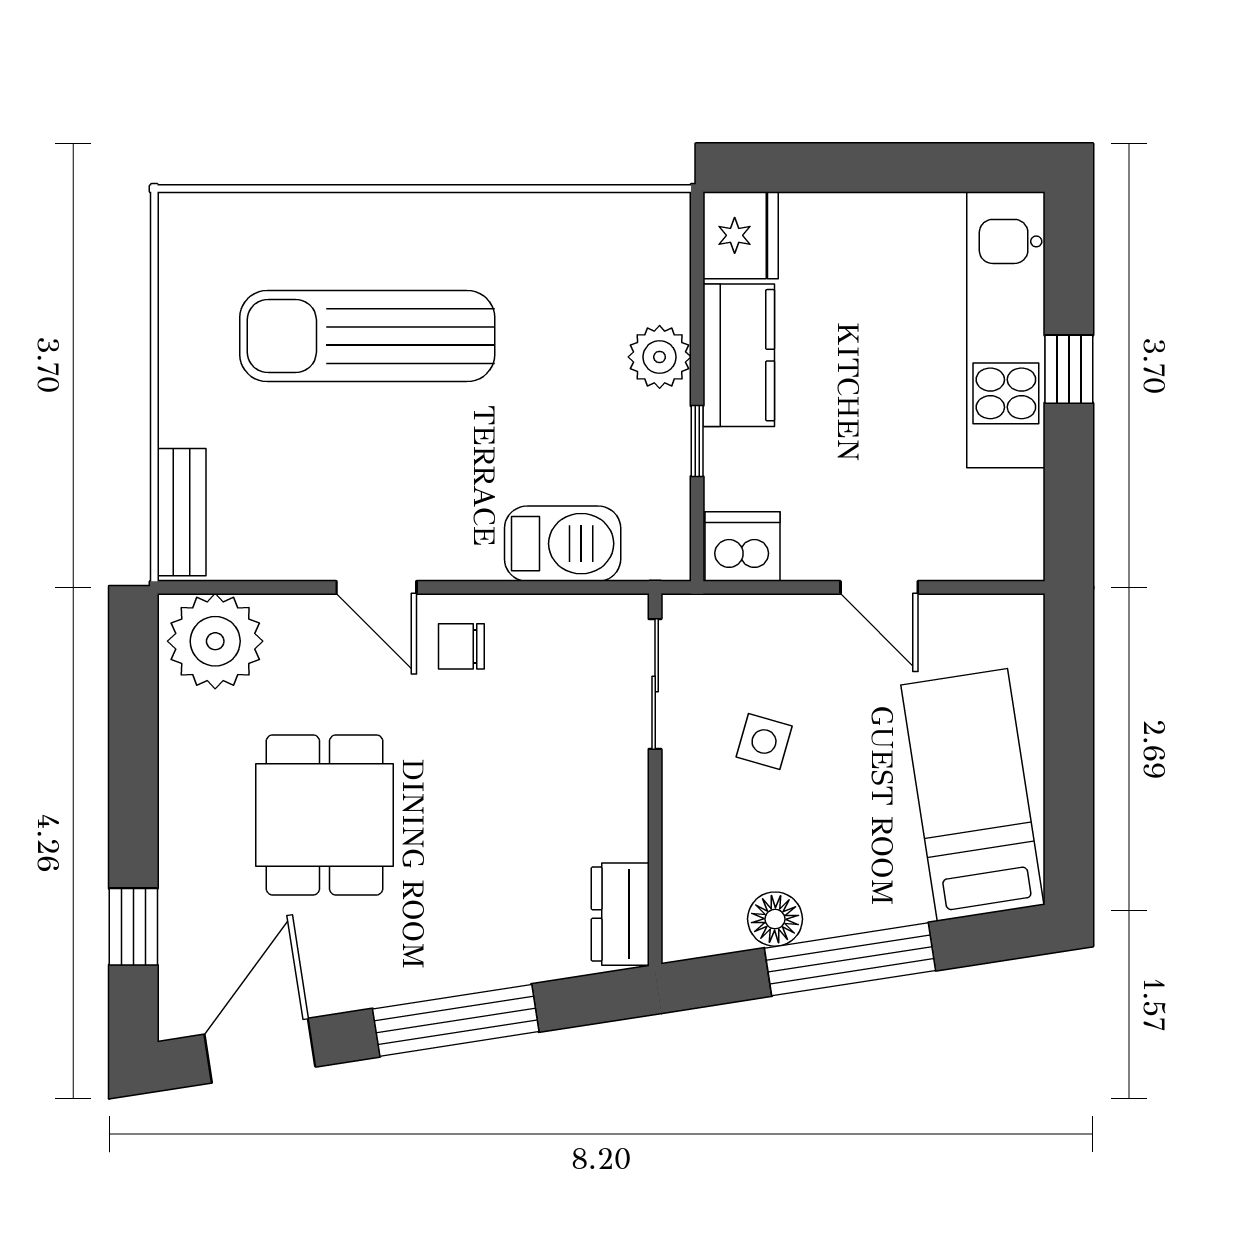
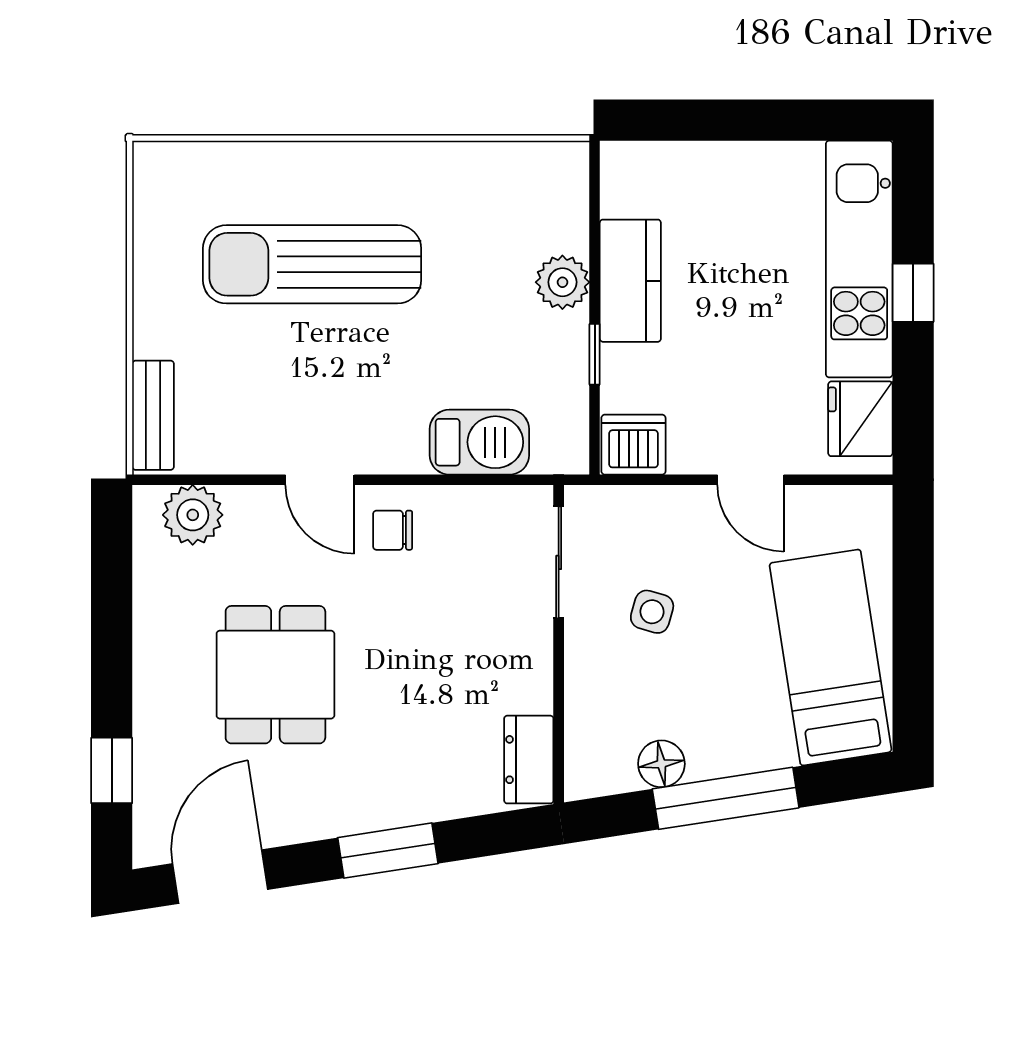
fridge: (741, 235) -> (860, 419), moved, turned 180
plant: (215, 641) -> (193, 515), width x0.73, depth x0.73
window: (456, 1020) -> (388, 851), width x0.69

